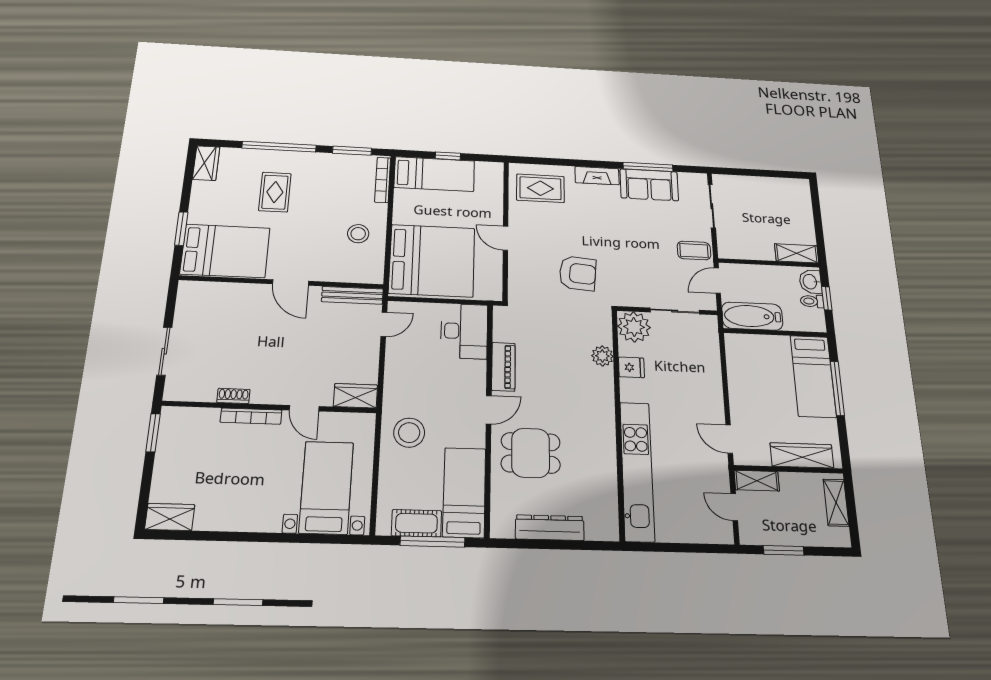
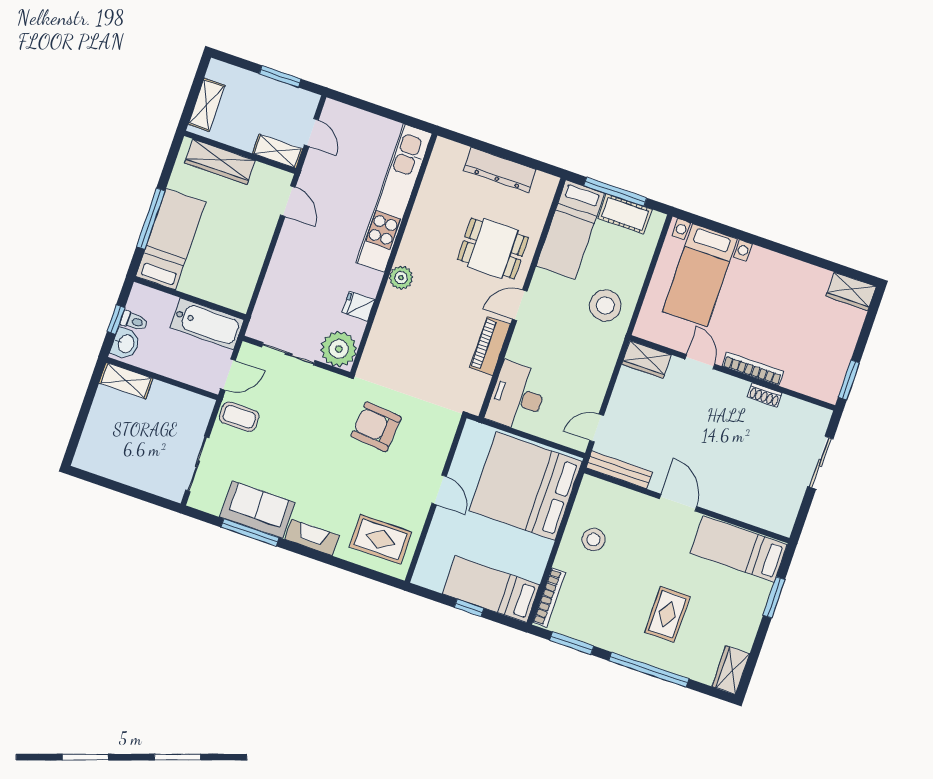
bed: (225, 251) -> (739, 549), width x0.67
plant: (602, 356) -> (401, 278), moved

